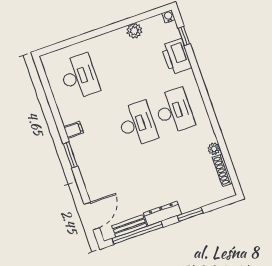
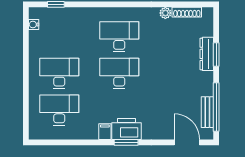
water cooler: (168, 16) -> (34, 25), moved
plant: (134, 31) -> (36, 47), removed
printer: (176, 56) -> (127, 129), moved, turned 180
desk: (116, 64) -> (59, 73), added
dresser: (163, 214) -> (207, 54), moved

